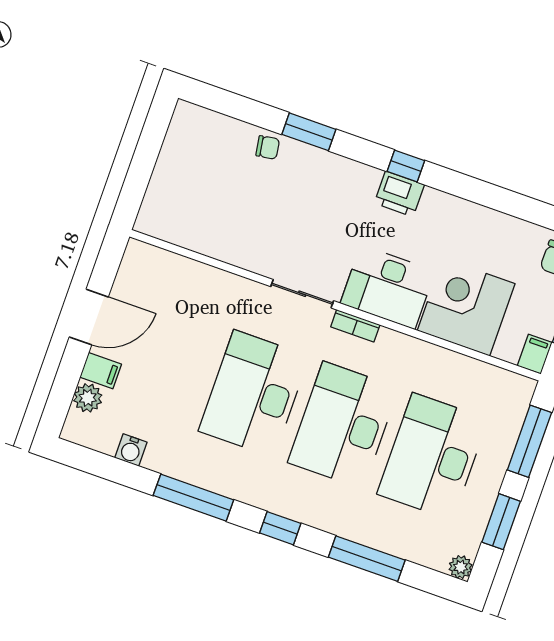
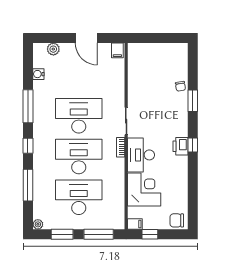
filing cabinet: (101, 371) -> (117, 50), moved

